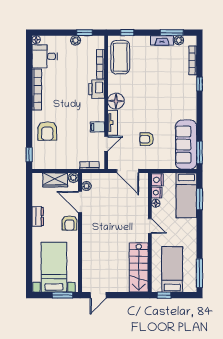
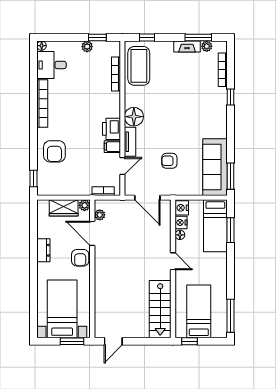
printer: (97, 89) -> (111, 129), moved

